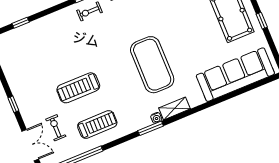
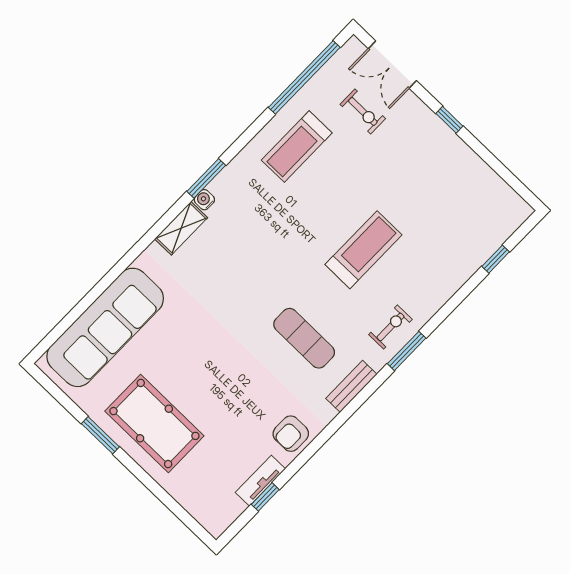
window: (262, 21) -> (100, 435), width x1.50
exercise mat: (152, 65) -> (304, 338), moved, width x0.50, depth x0.69
treadmill: (78, 88) -> (363, 250), moved

